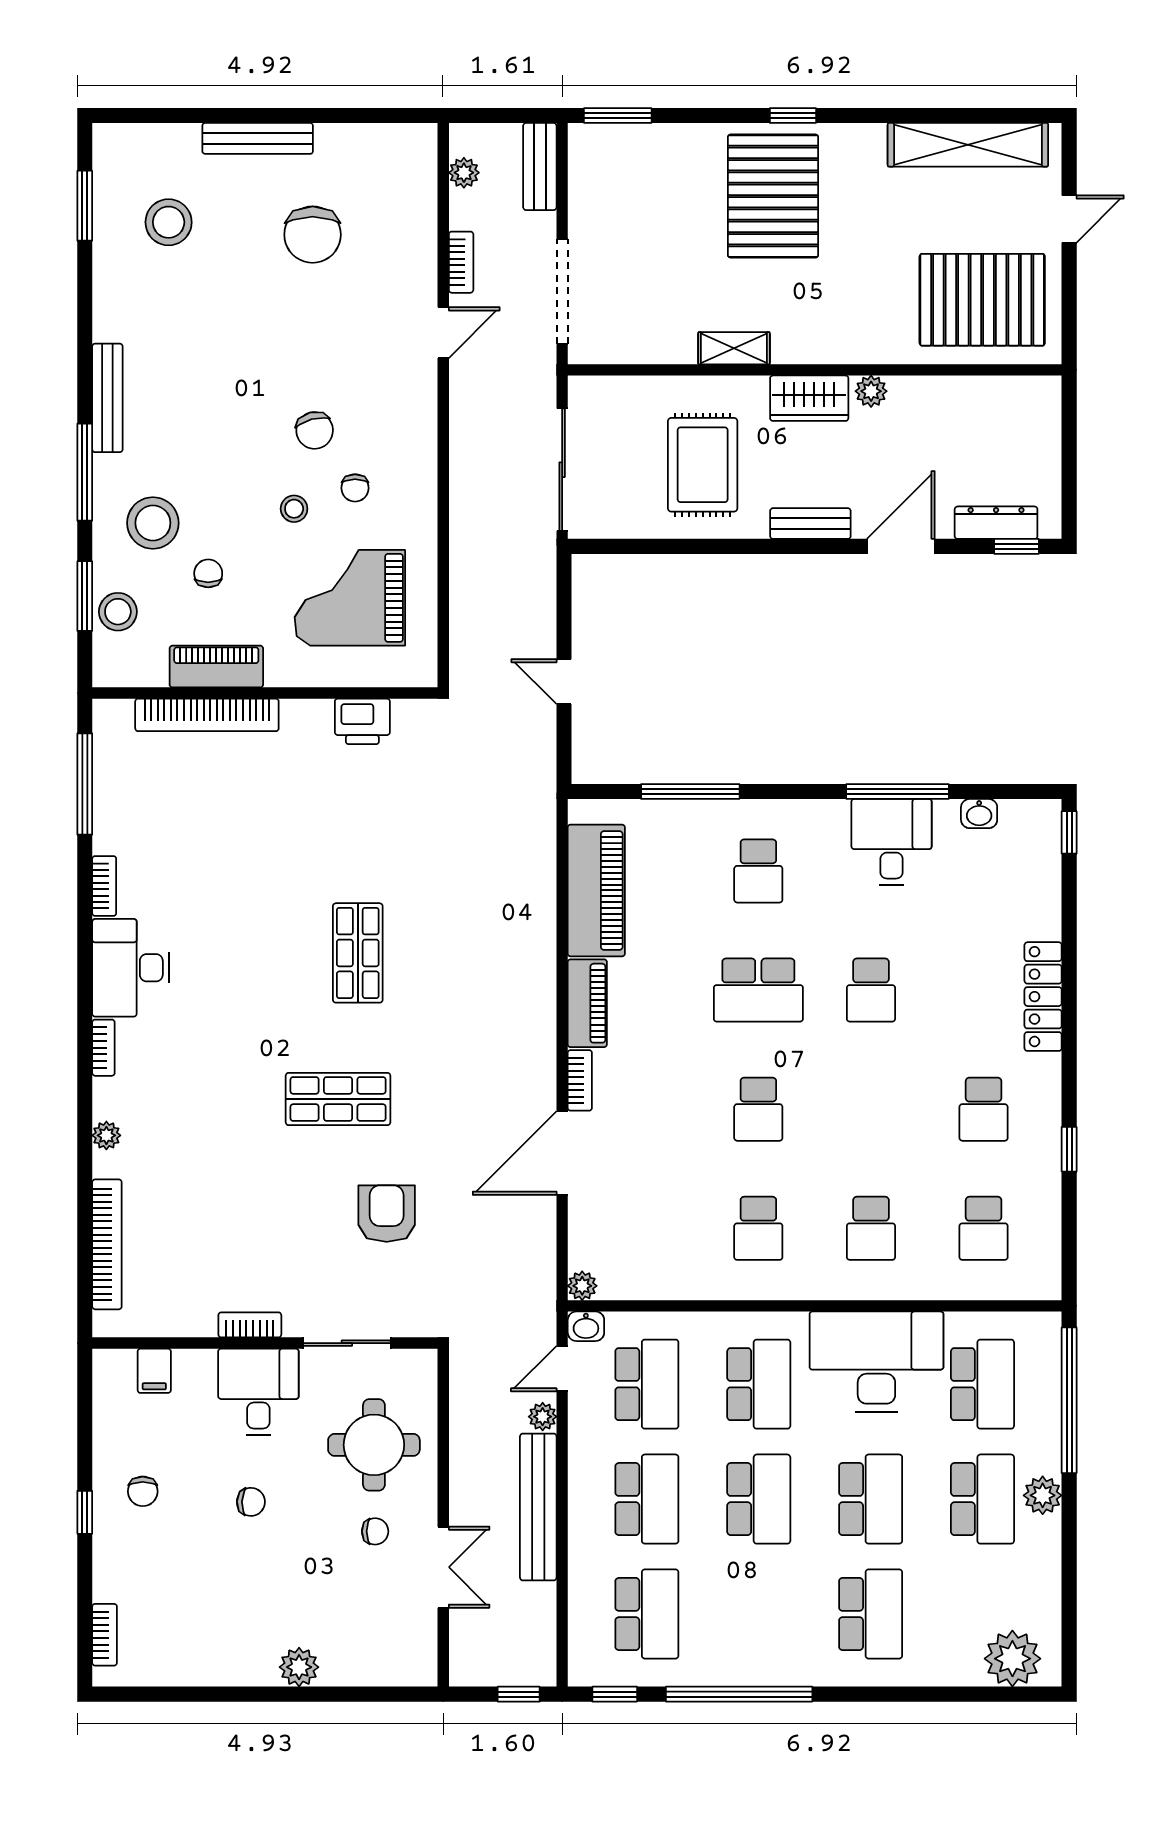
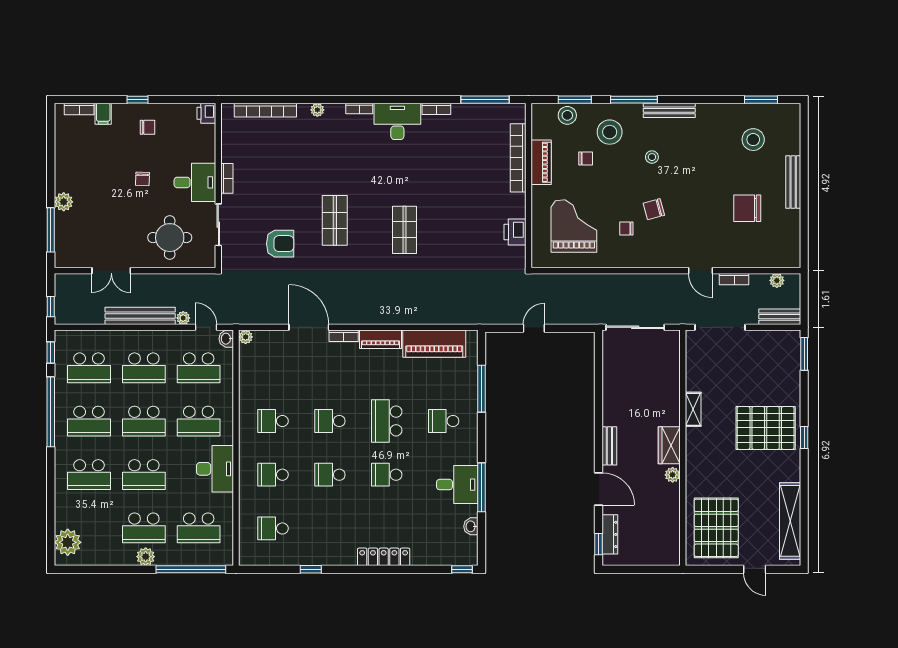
rug: (703, 465) -> (637, 394), removed
stool: (294, 509) -> (652, 157), moved
shop shelf: (358, 953) -> (404, 230), turned 90
school desk: (984, 1109) -> (330, 475), moved
desk: (876, 1362) -> (215, 469), width x0.73, depth x0.77
printer: (113, 1368) -> (206, 113), added
filing cabinet: (154, 1371) -> (103, 114), moved, turned -90
chair: (143, 1491) -> (148, 127), turned 180
chair: (375, 1531) -> (128, 238), removed
school desk: (759, 1614) -> (89, 421), added
window: (358, 1694) -> (51, 230), added

